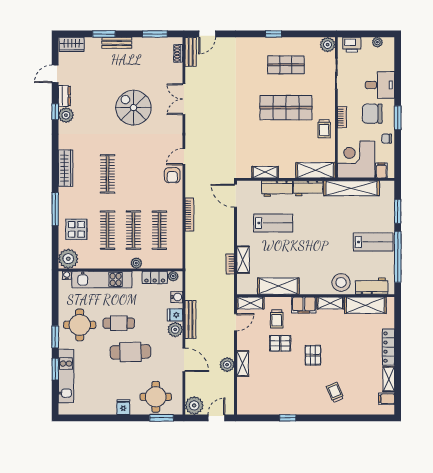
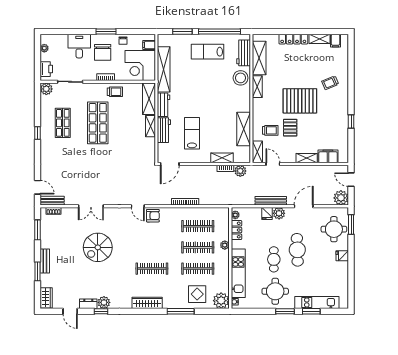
shelving: (265, 172) -> (150, 126), moved
lab bench: (373, 242) -> (207, 52), turned -90
water cooler: (177, 297) -> (252, 212), removed
filing cabinet: (304, 305) -> (328, 156), moved, turned -90
pallet: (313, 355) -> (300, 101), width x2.05, depth x2.00
plant: (227, 365) -> (240, 171), moved

